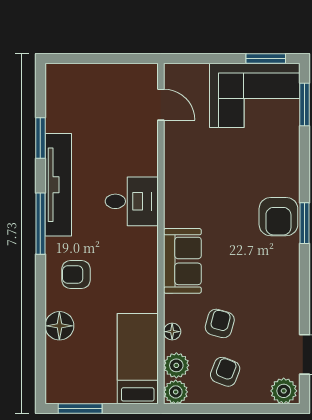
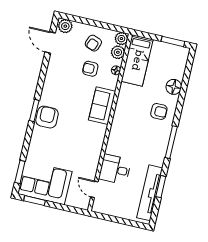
tv unit: (58, 185) -> (150, 193), moved
desk: (132, 201) -> (115, 169), moved
armchair: (220, 323) -> (90, 69), turned 75

